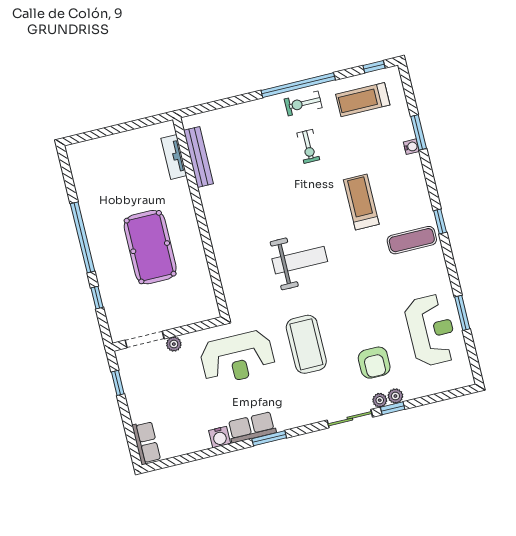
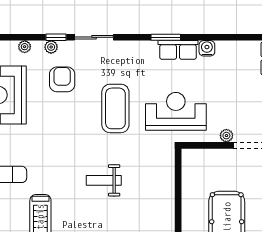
weight bench: (300, 260) -> (104, 180), width x0.73, depth x0.75
plant: (380, 400) -> (25, 47), moved

